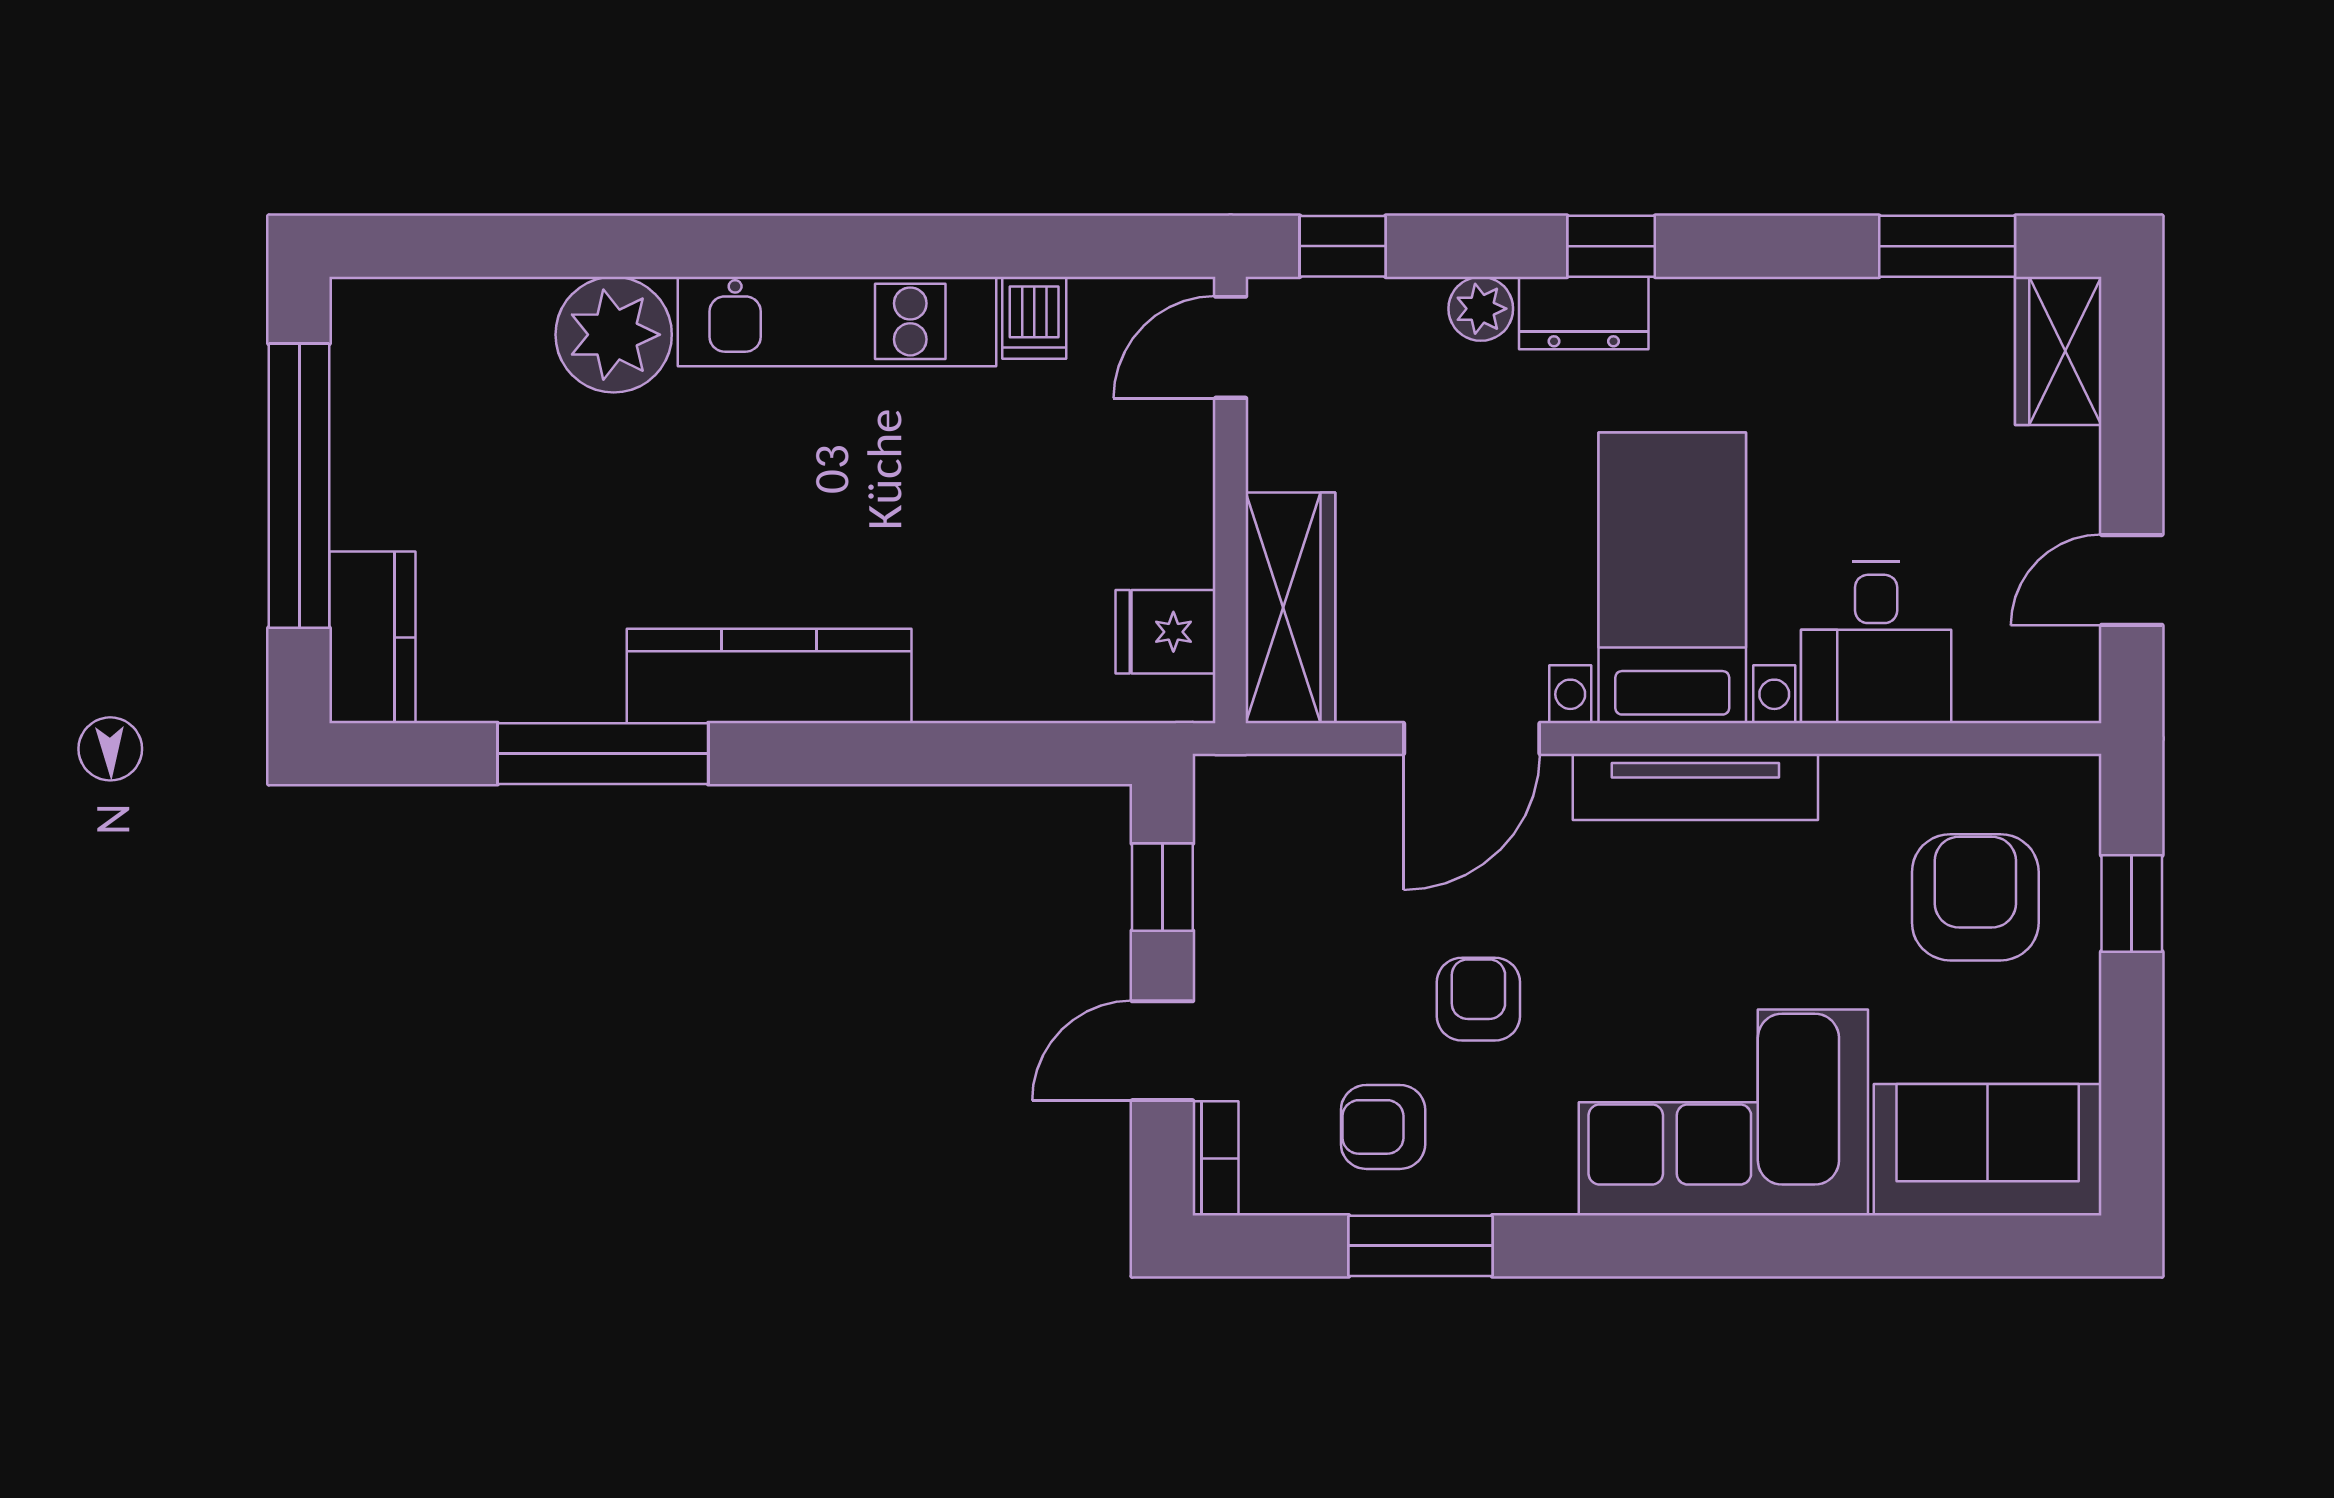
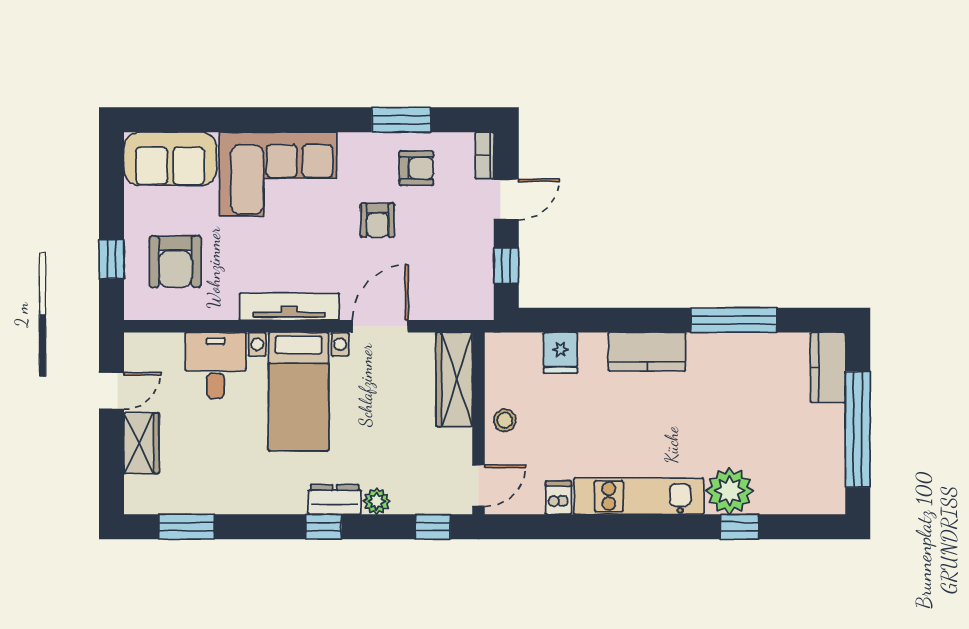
window: (589, 246) -> (740, 527), added
wardrobe: (2058, 351) -> (141, 443), moved
stool: (1166, 508) -> (505, 420), added
fridge: (1165, 632) -> (561, 353), moved, turned 90
kitchen counter: (769, 676) -> (647, 352), width x0.67

